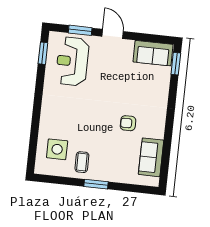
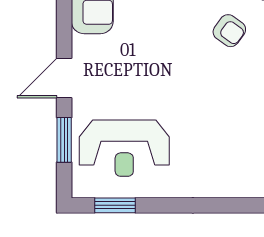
armchair: (128, 123) -> (229, 31), turned -54

